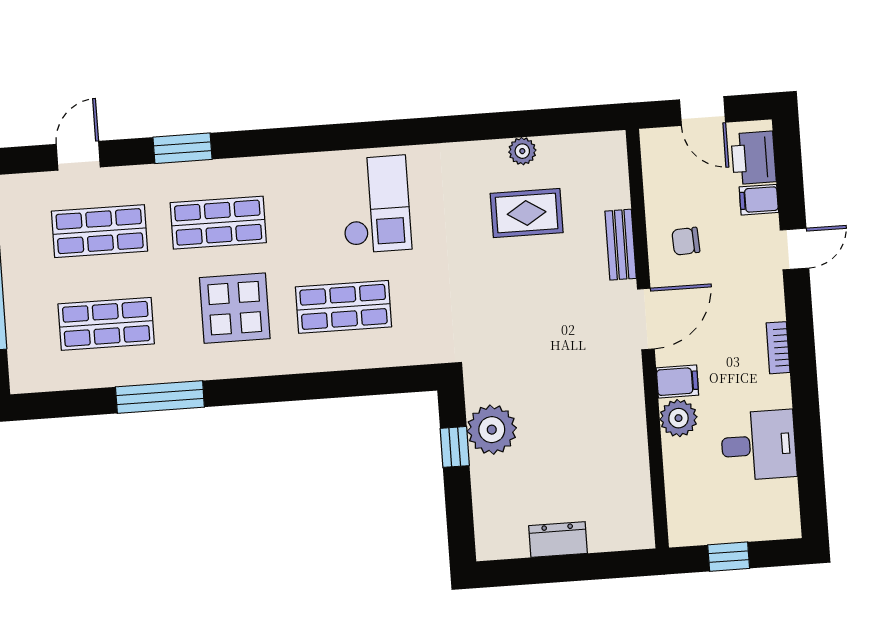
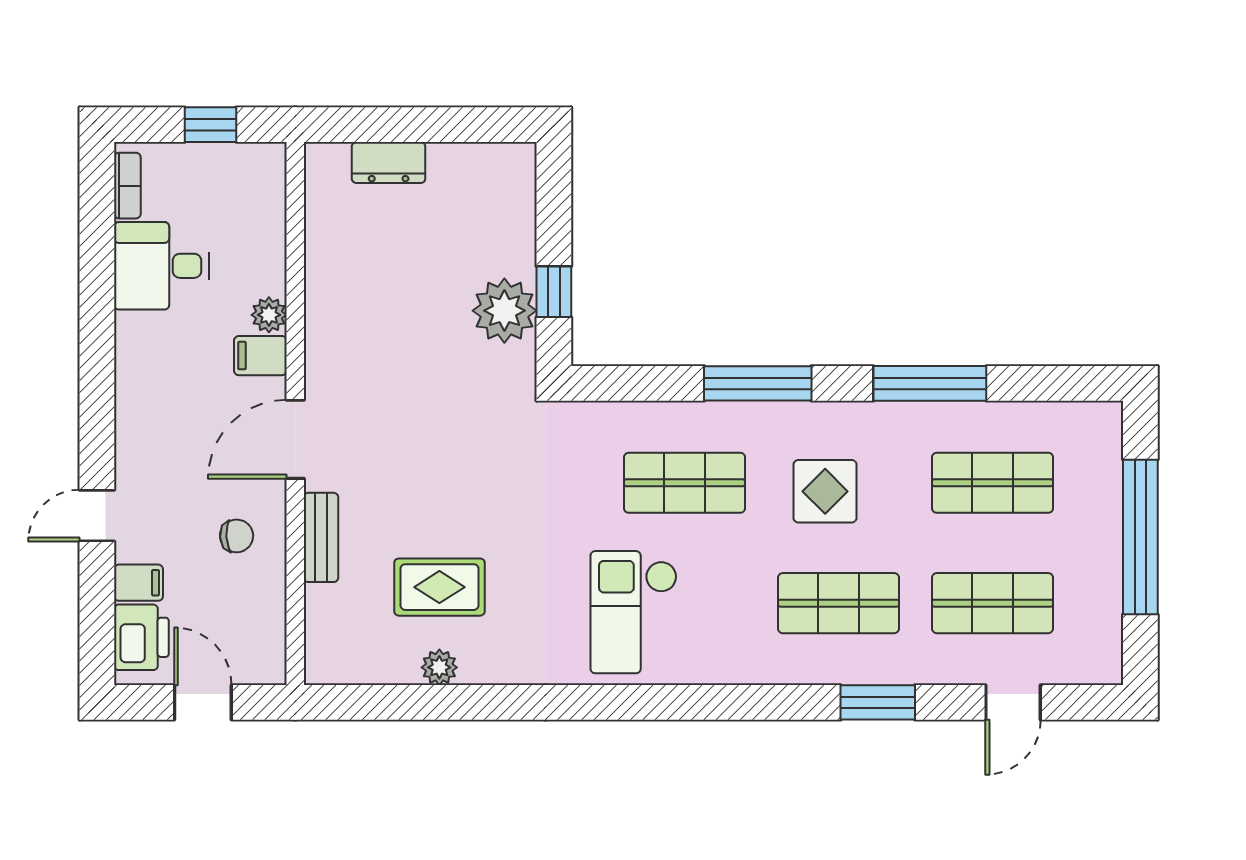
display table: (235, 308) -> (825, 491), width x0.73, depth x0.73
bookcase: (778, 348) -> (127, 186), moved
window: (292, 387) -> (758, 383), added
plant: (678, 418) -> (269, 315), width x0.73, depth x0.73
dresser: (558, 540) -> (389, 163), moved

